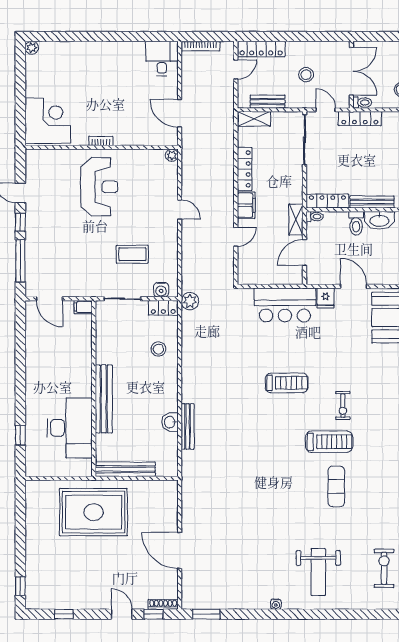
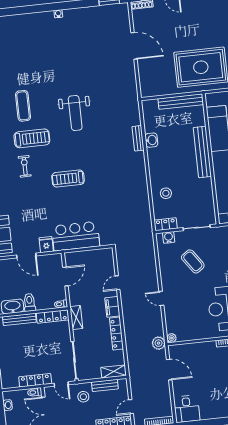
stool: (306, 75) -> (83, 397), moved
shelving: (296, 220) -> (76, 317), moved
coffee table: (132, 254) -> (193, 261), turned 55
plant: (190, 301) -> (159, 343), moved
bench: (188, 426) -> (138, 138), width x0.73
treadmill: (329, 442) -> (32, 138), turned 180
weight bench: (318, 572) -> (75, 113), moved, turned 180

